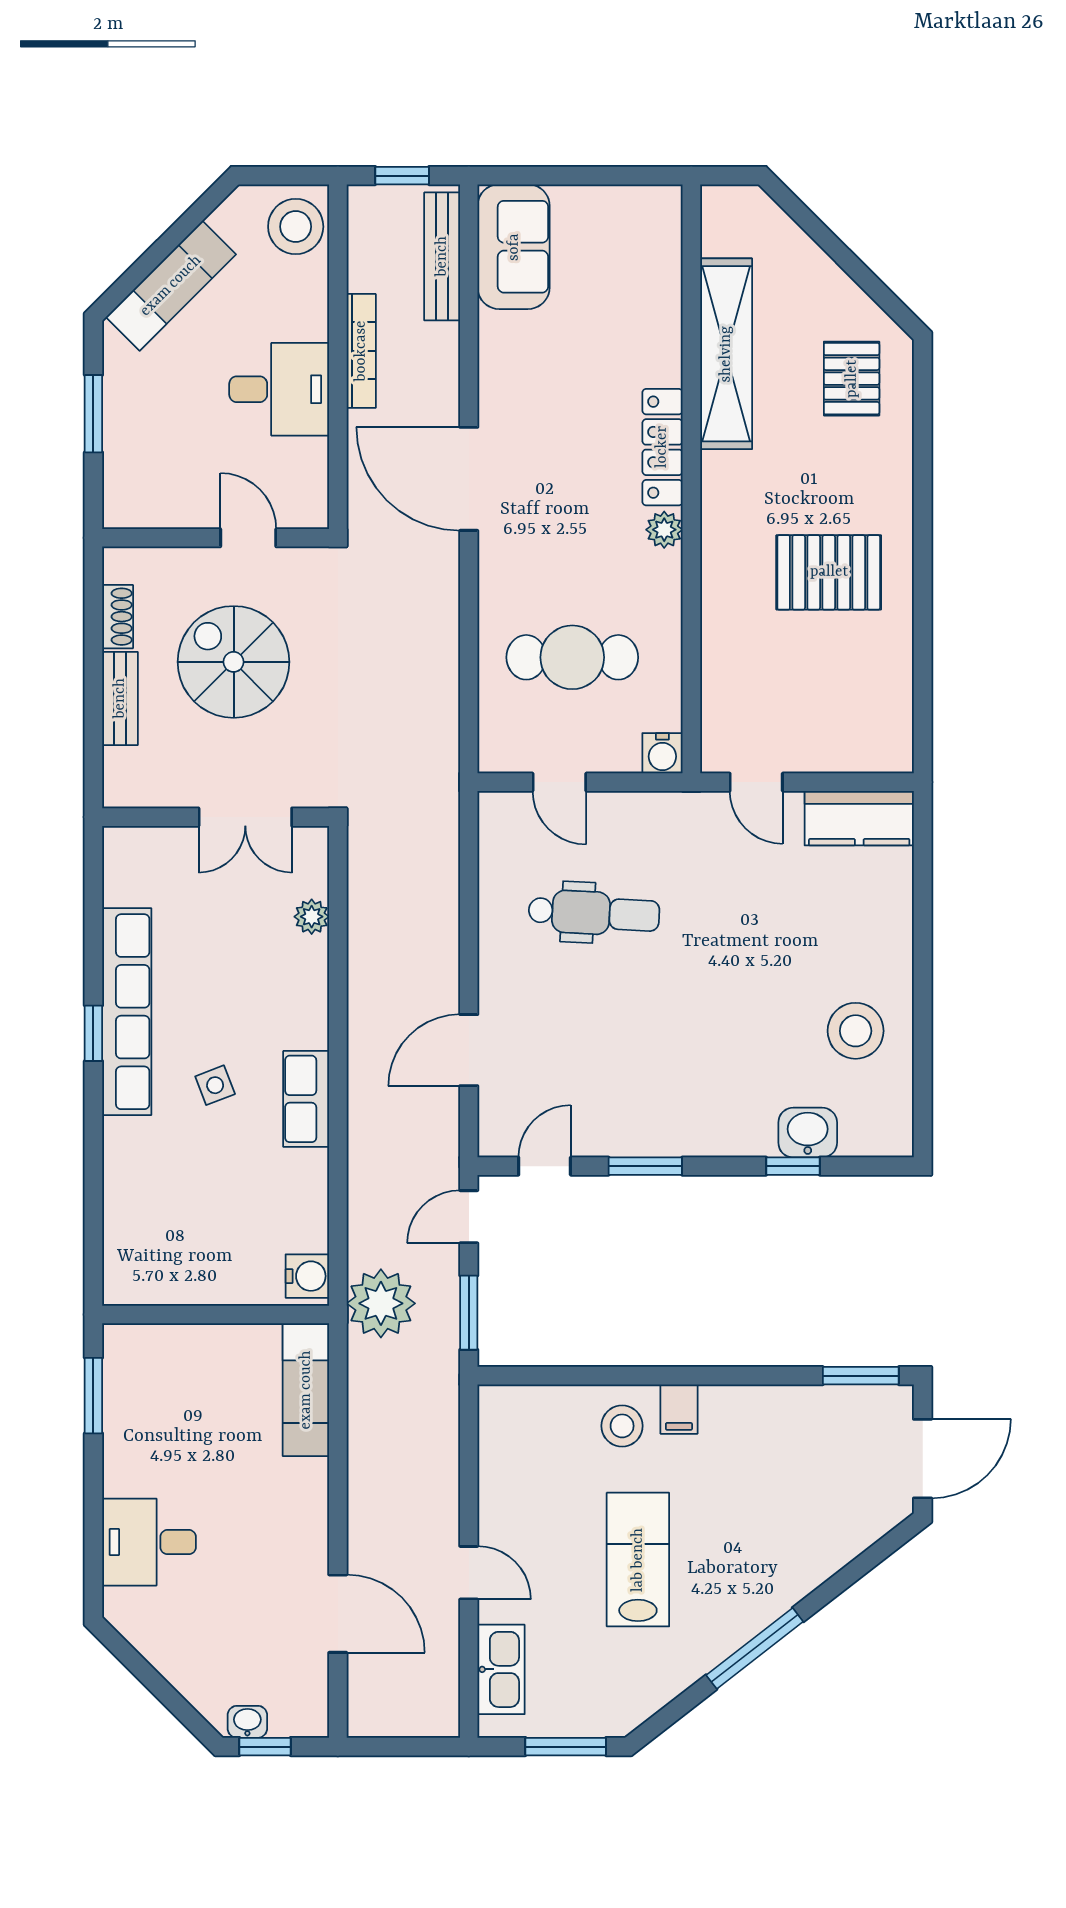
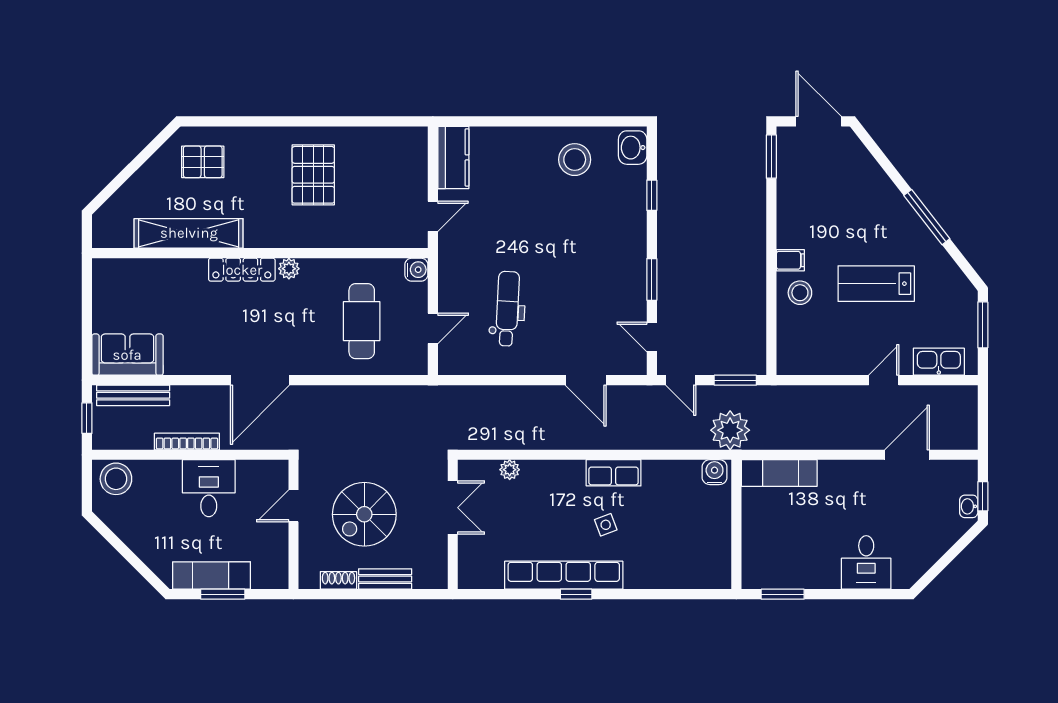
exam couch: (171, 286) -> (212, 576), moved, turned -45
washbasin: (808, 1133) -> (633, 148), moved

